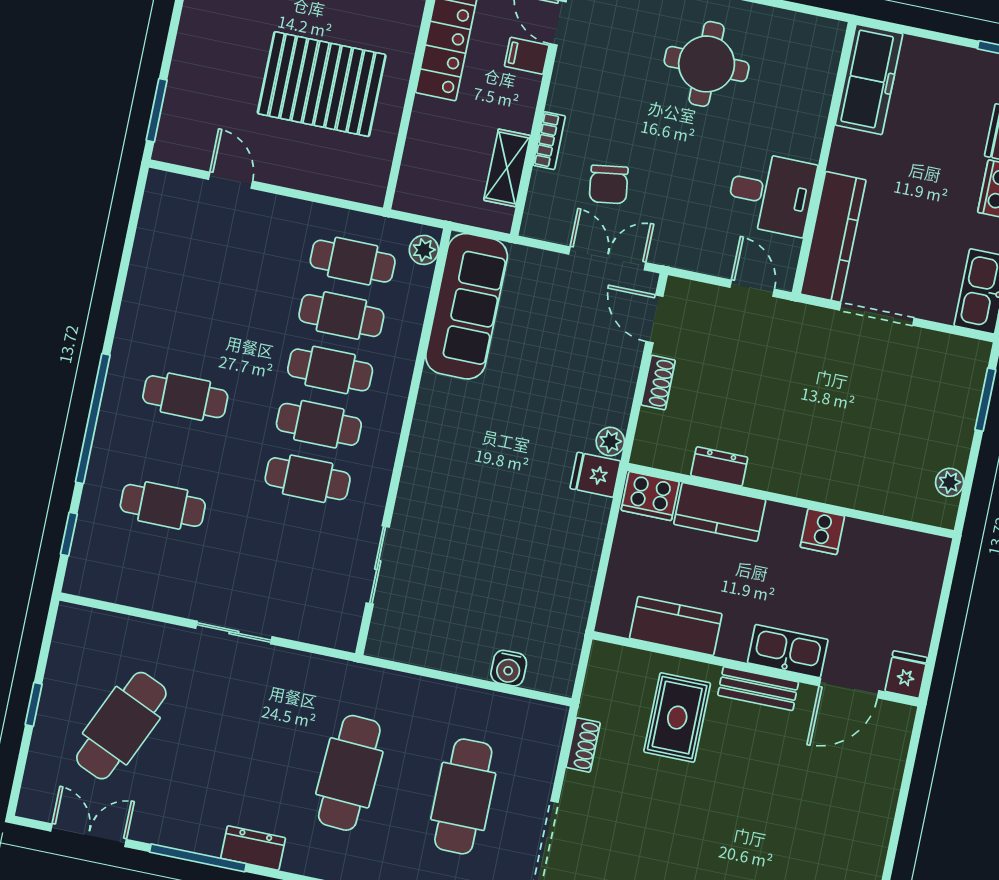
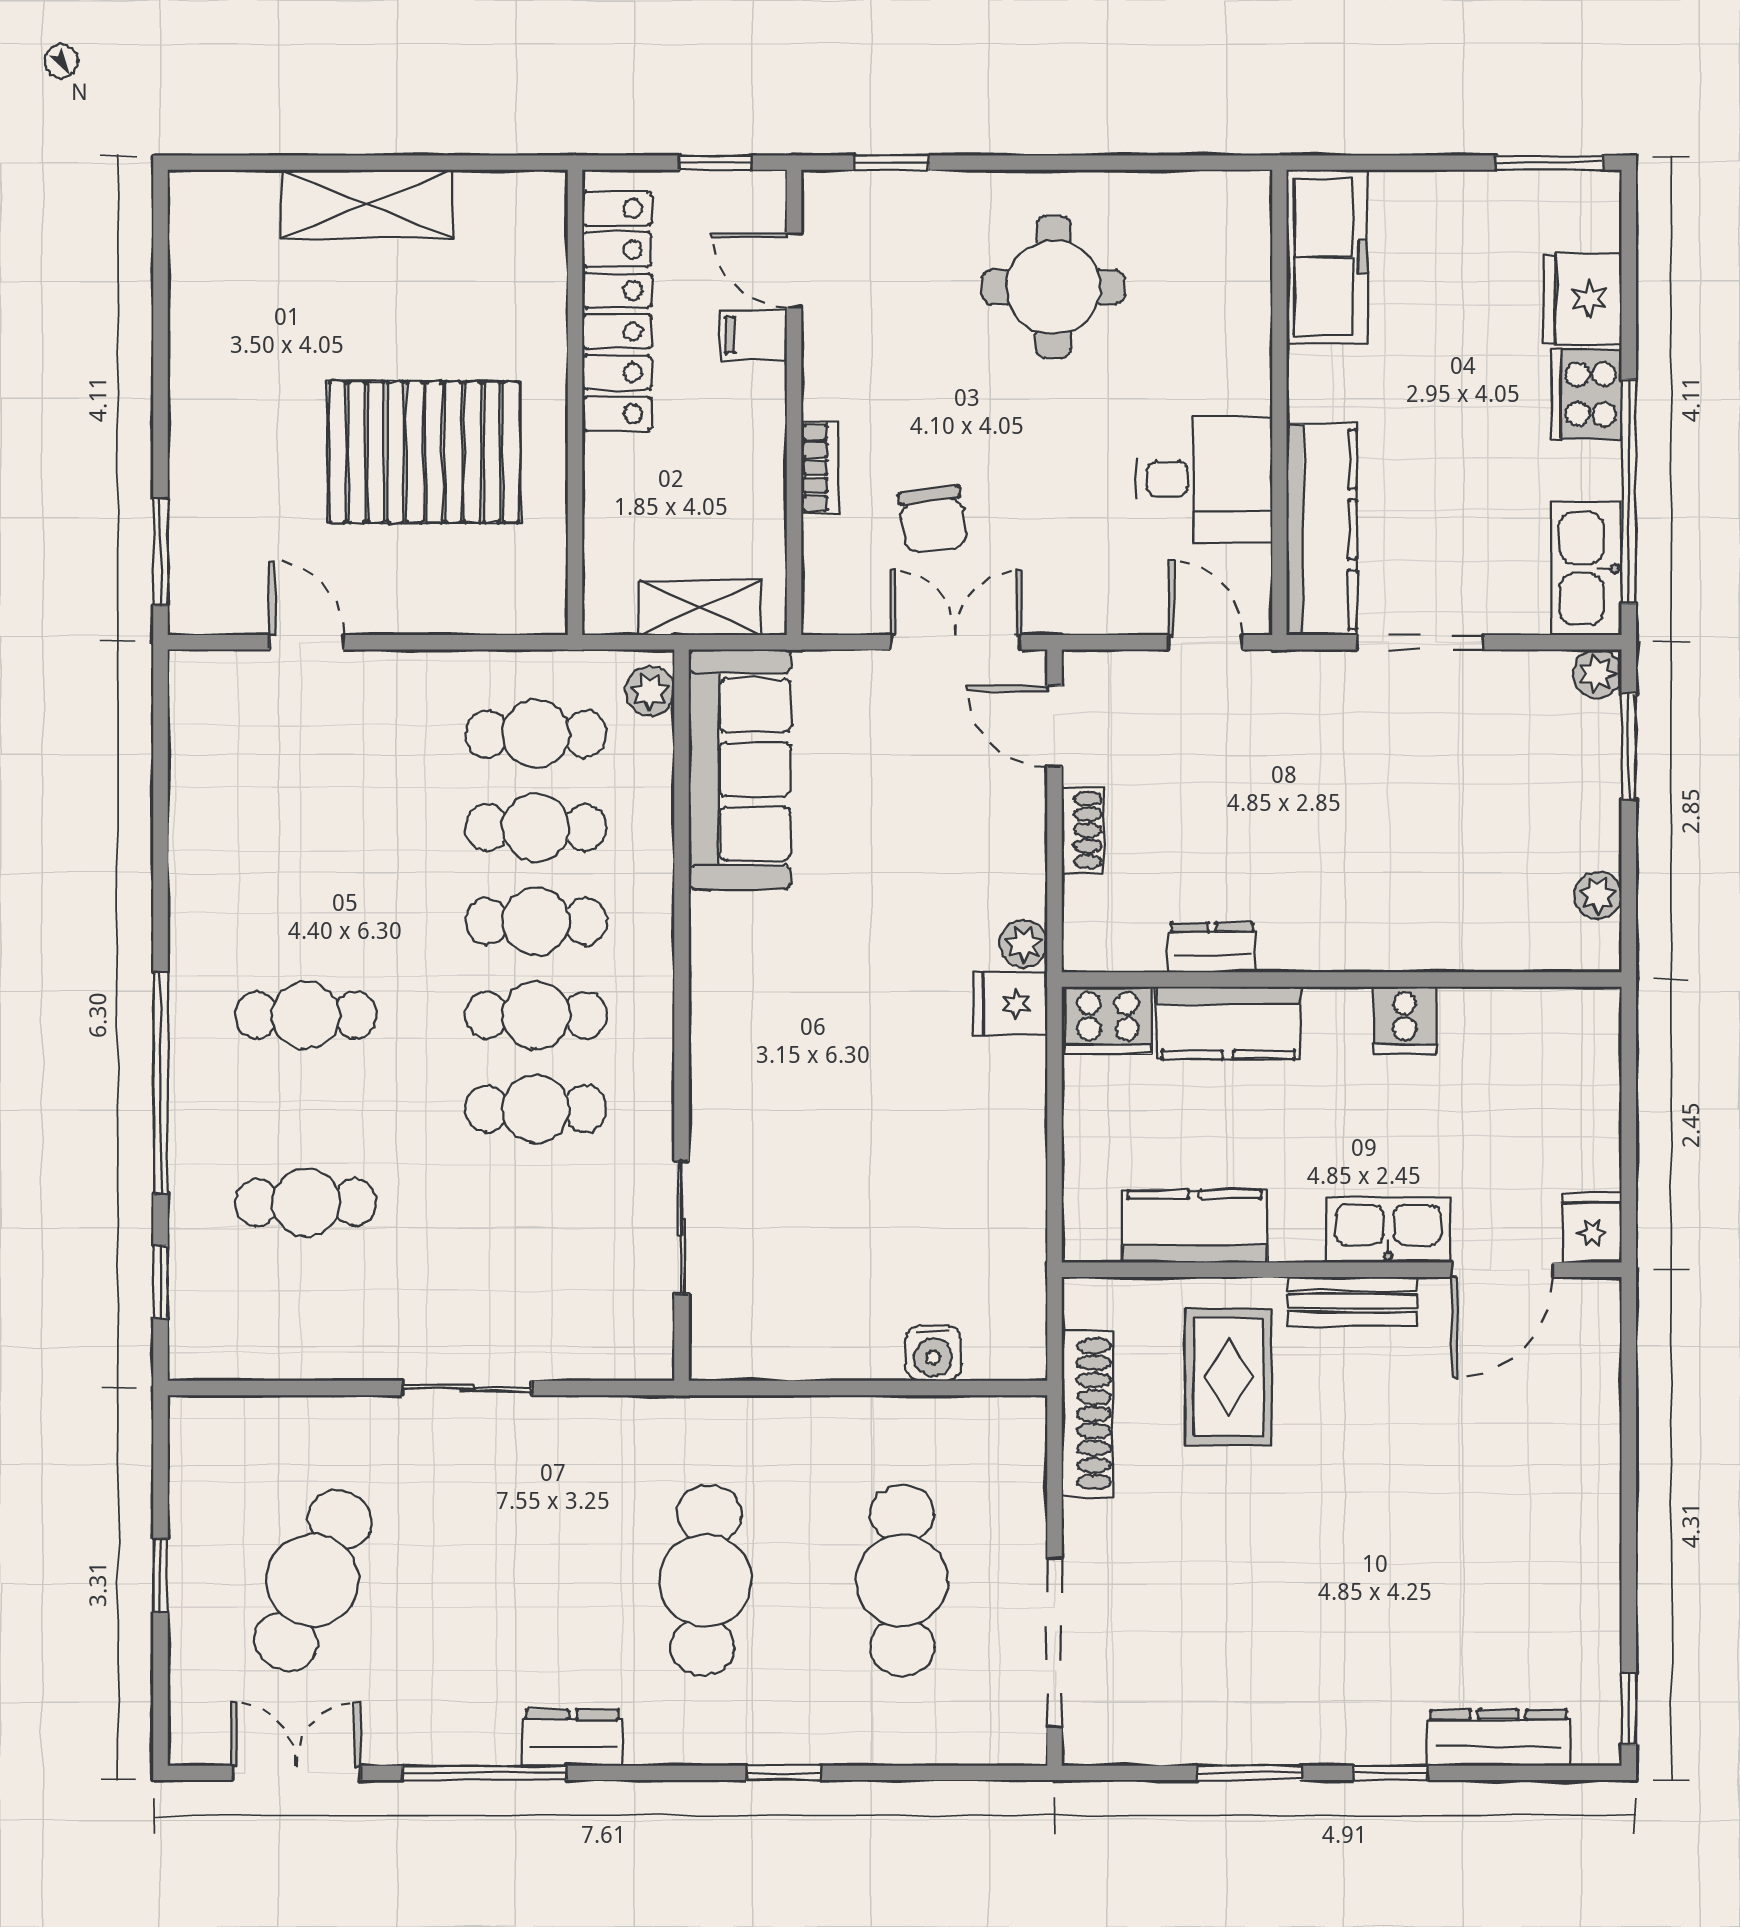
shelving: (507, 168) -> (700, 607), moved, turned 90
plant: (976, 354) -> (1597, 674), added
shoe rack: (583, 745) -> (1087, 1414), width x1.94, depth x1.24

